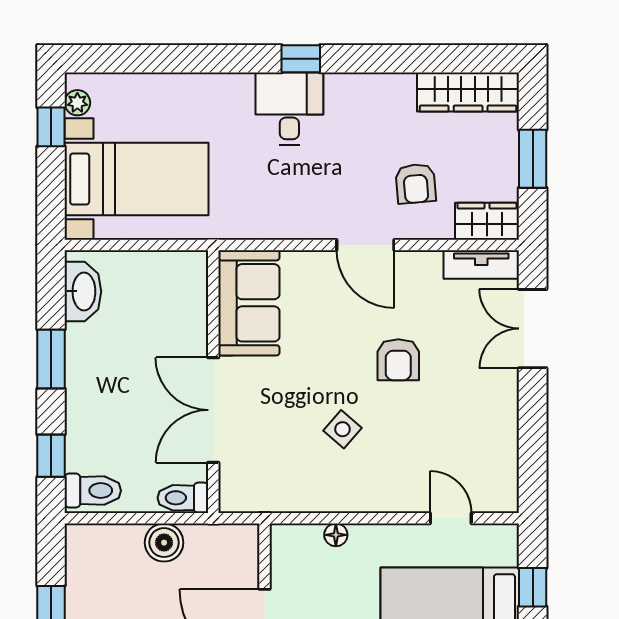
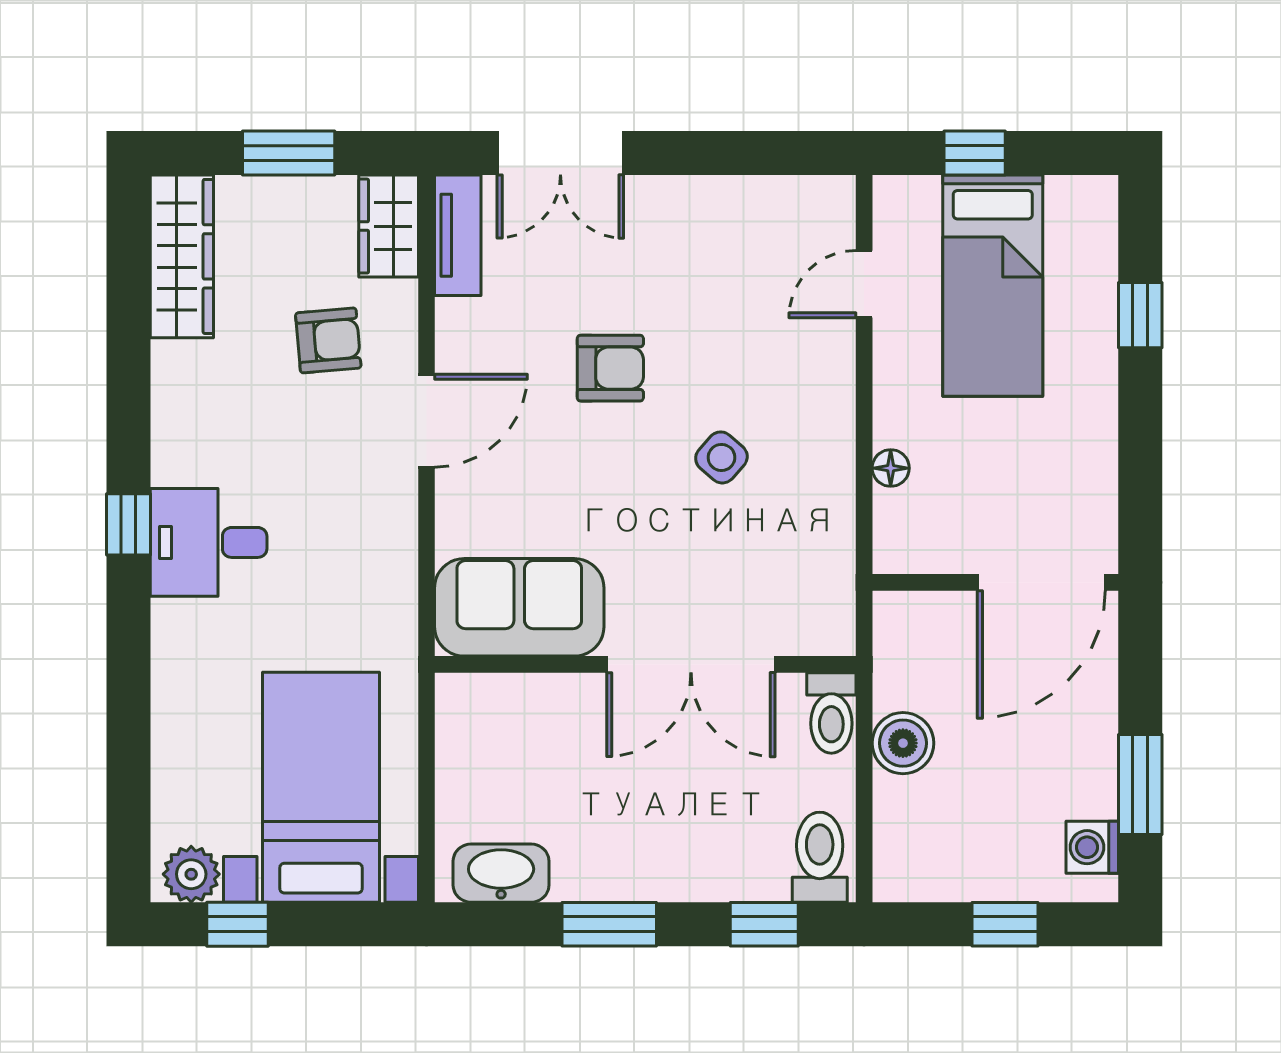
plant: (77, 103) -> (191, 874), width x1.38, depth x1.38

